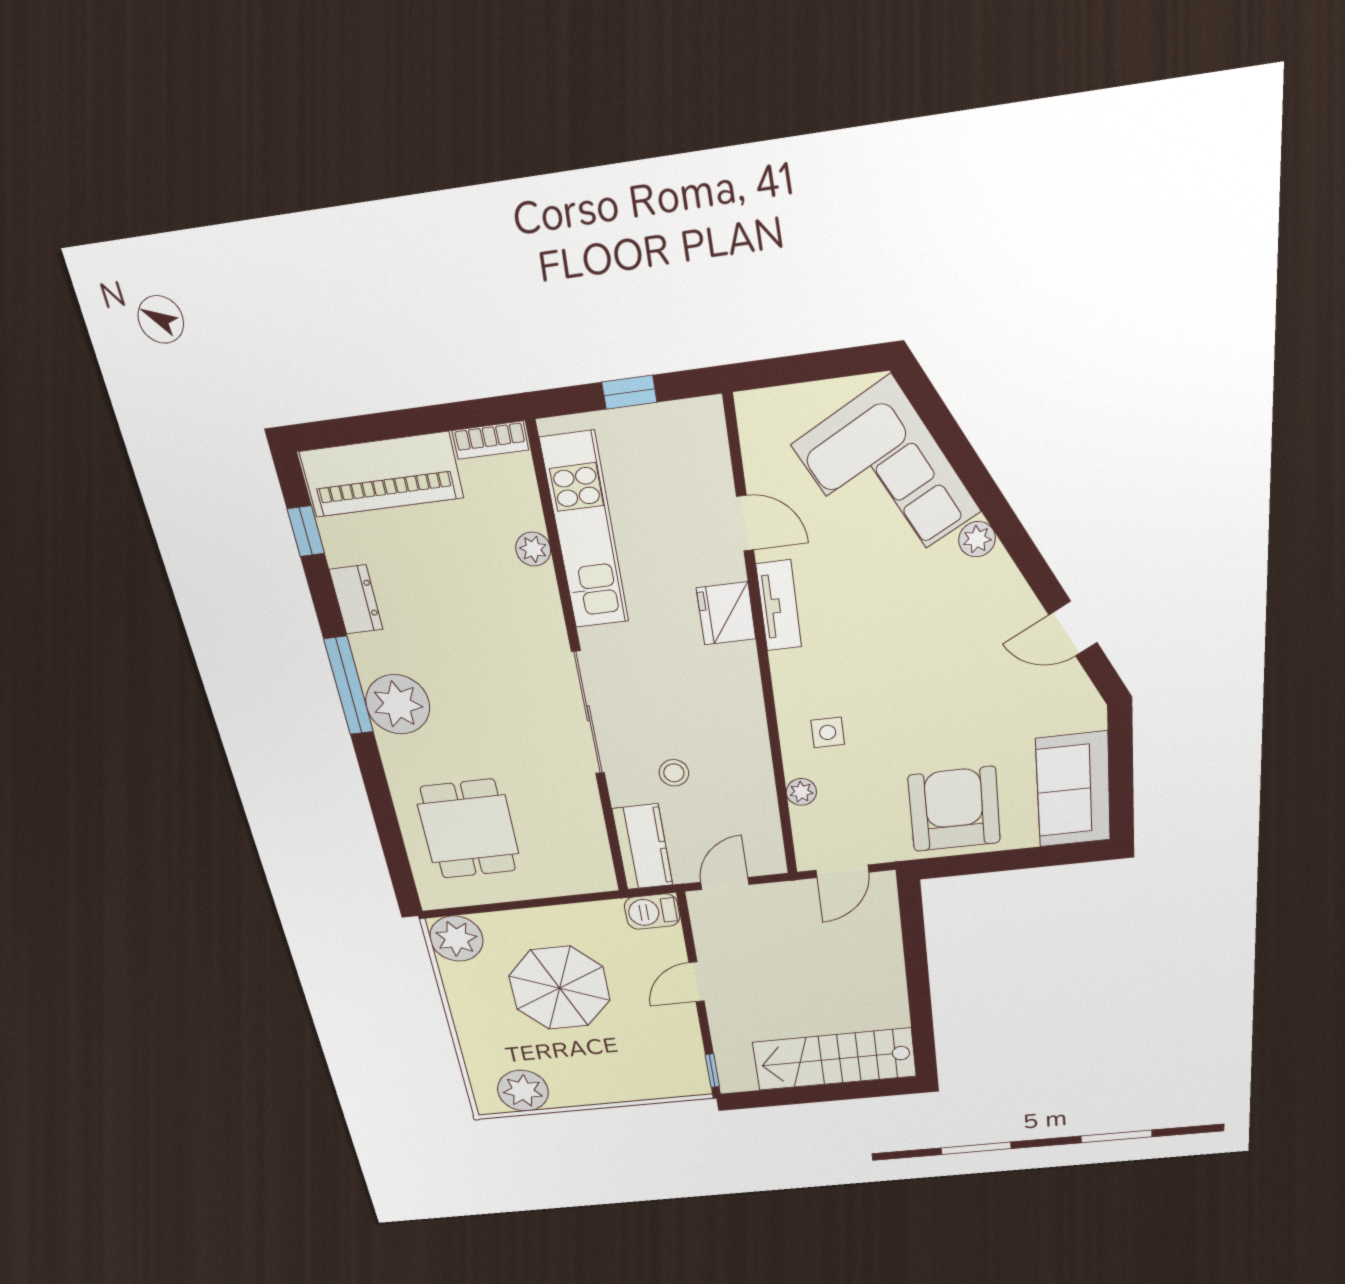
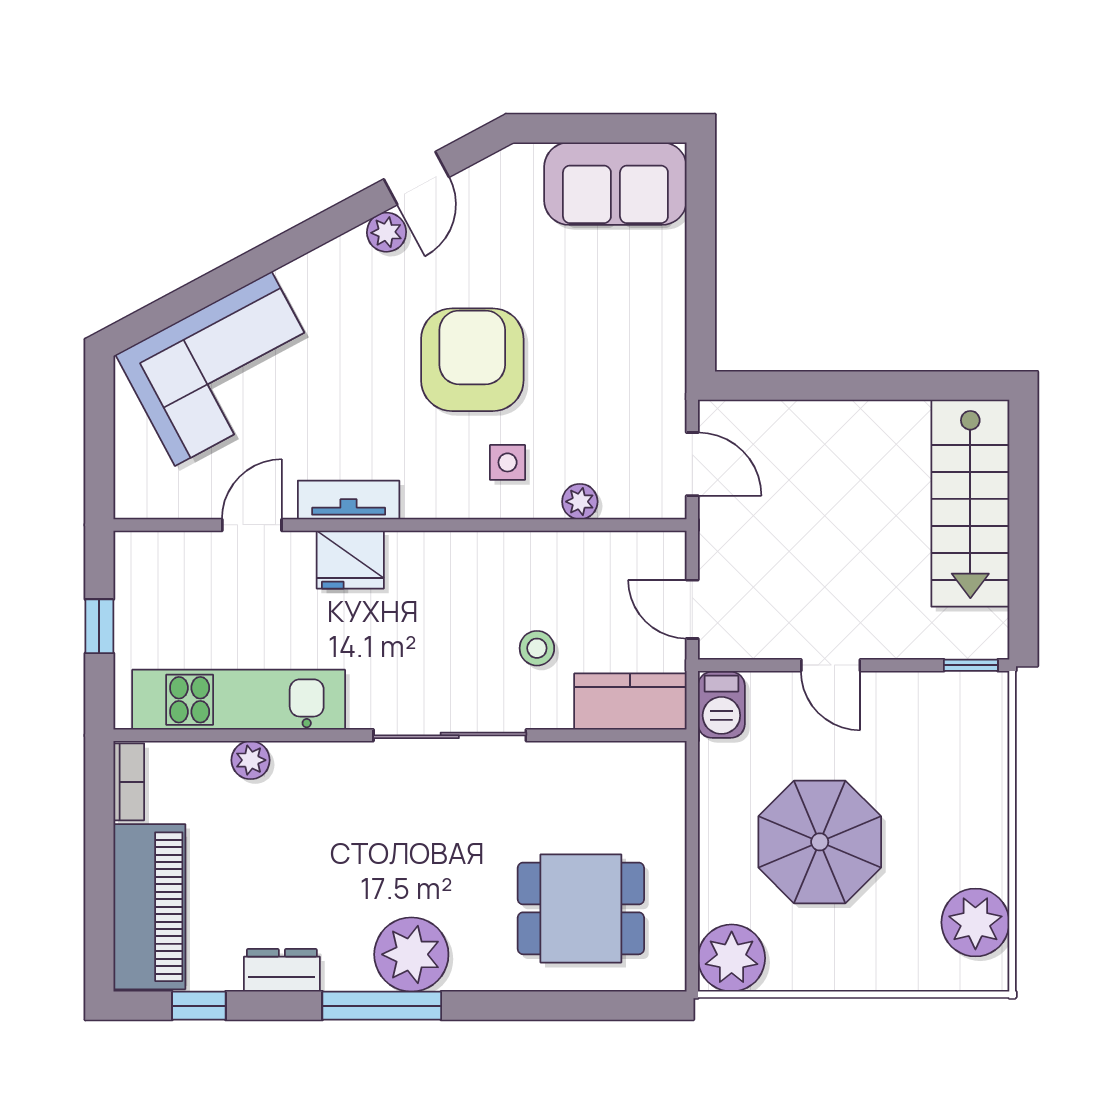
plant: (977, 539) -> (387, 232), moved
armchair: (954, 809) -> (472, 360), moved, turned 90

